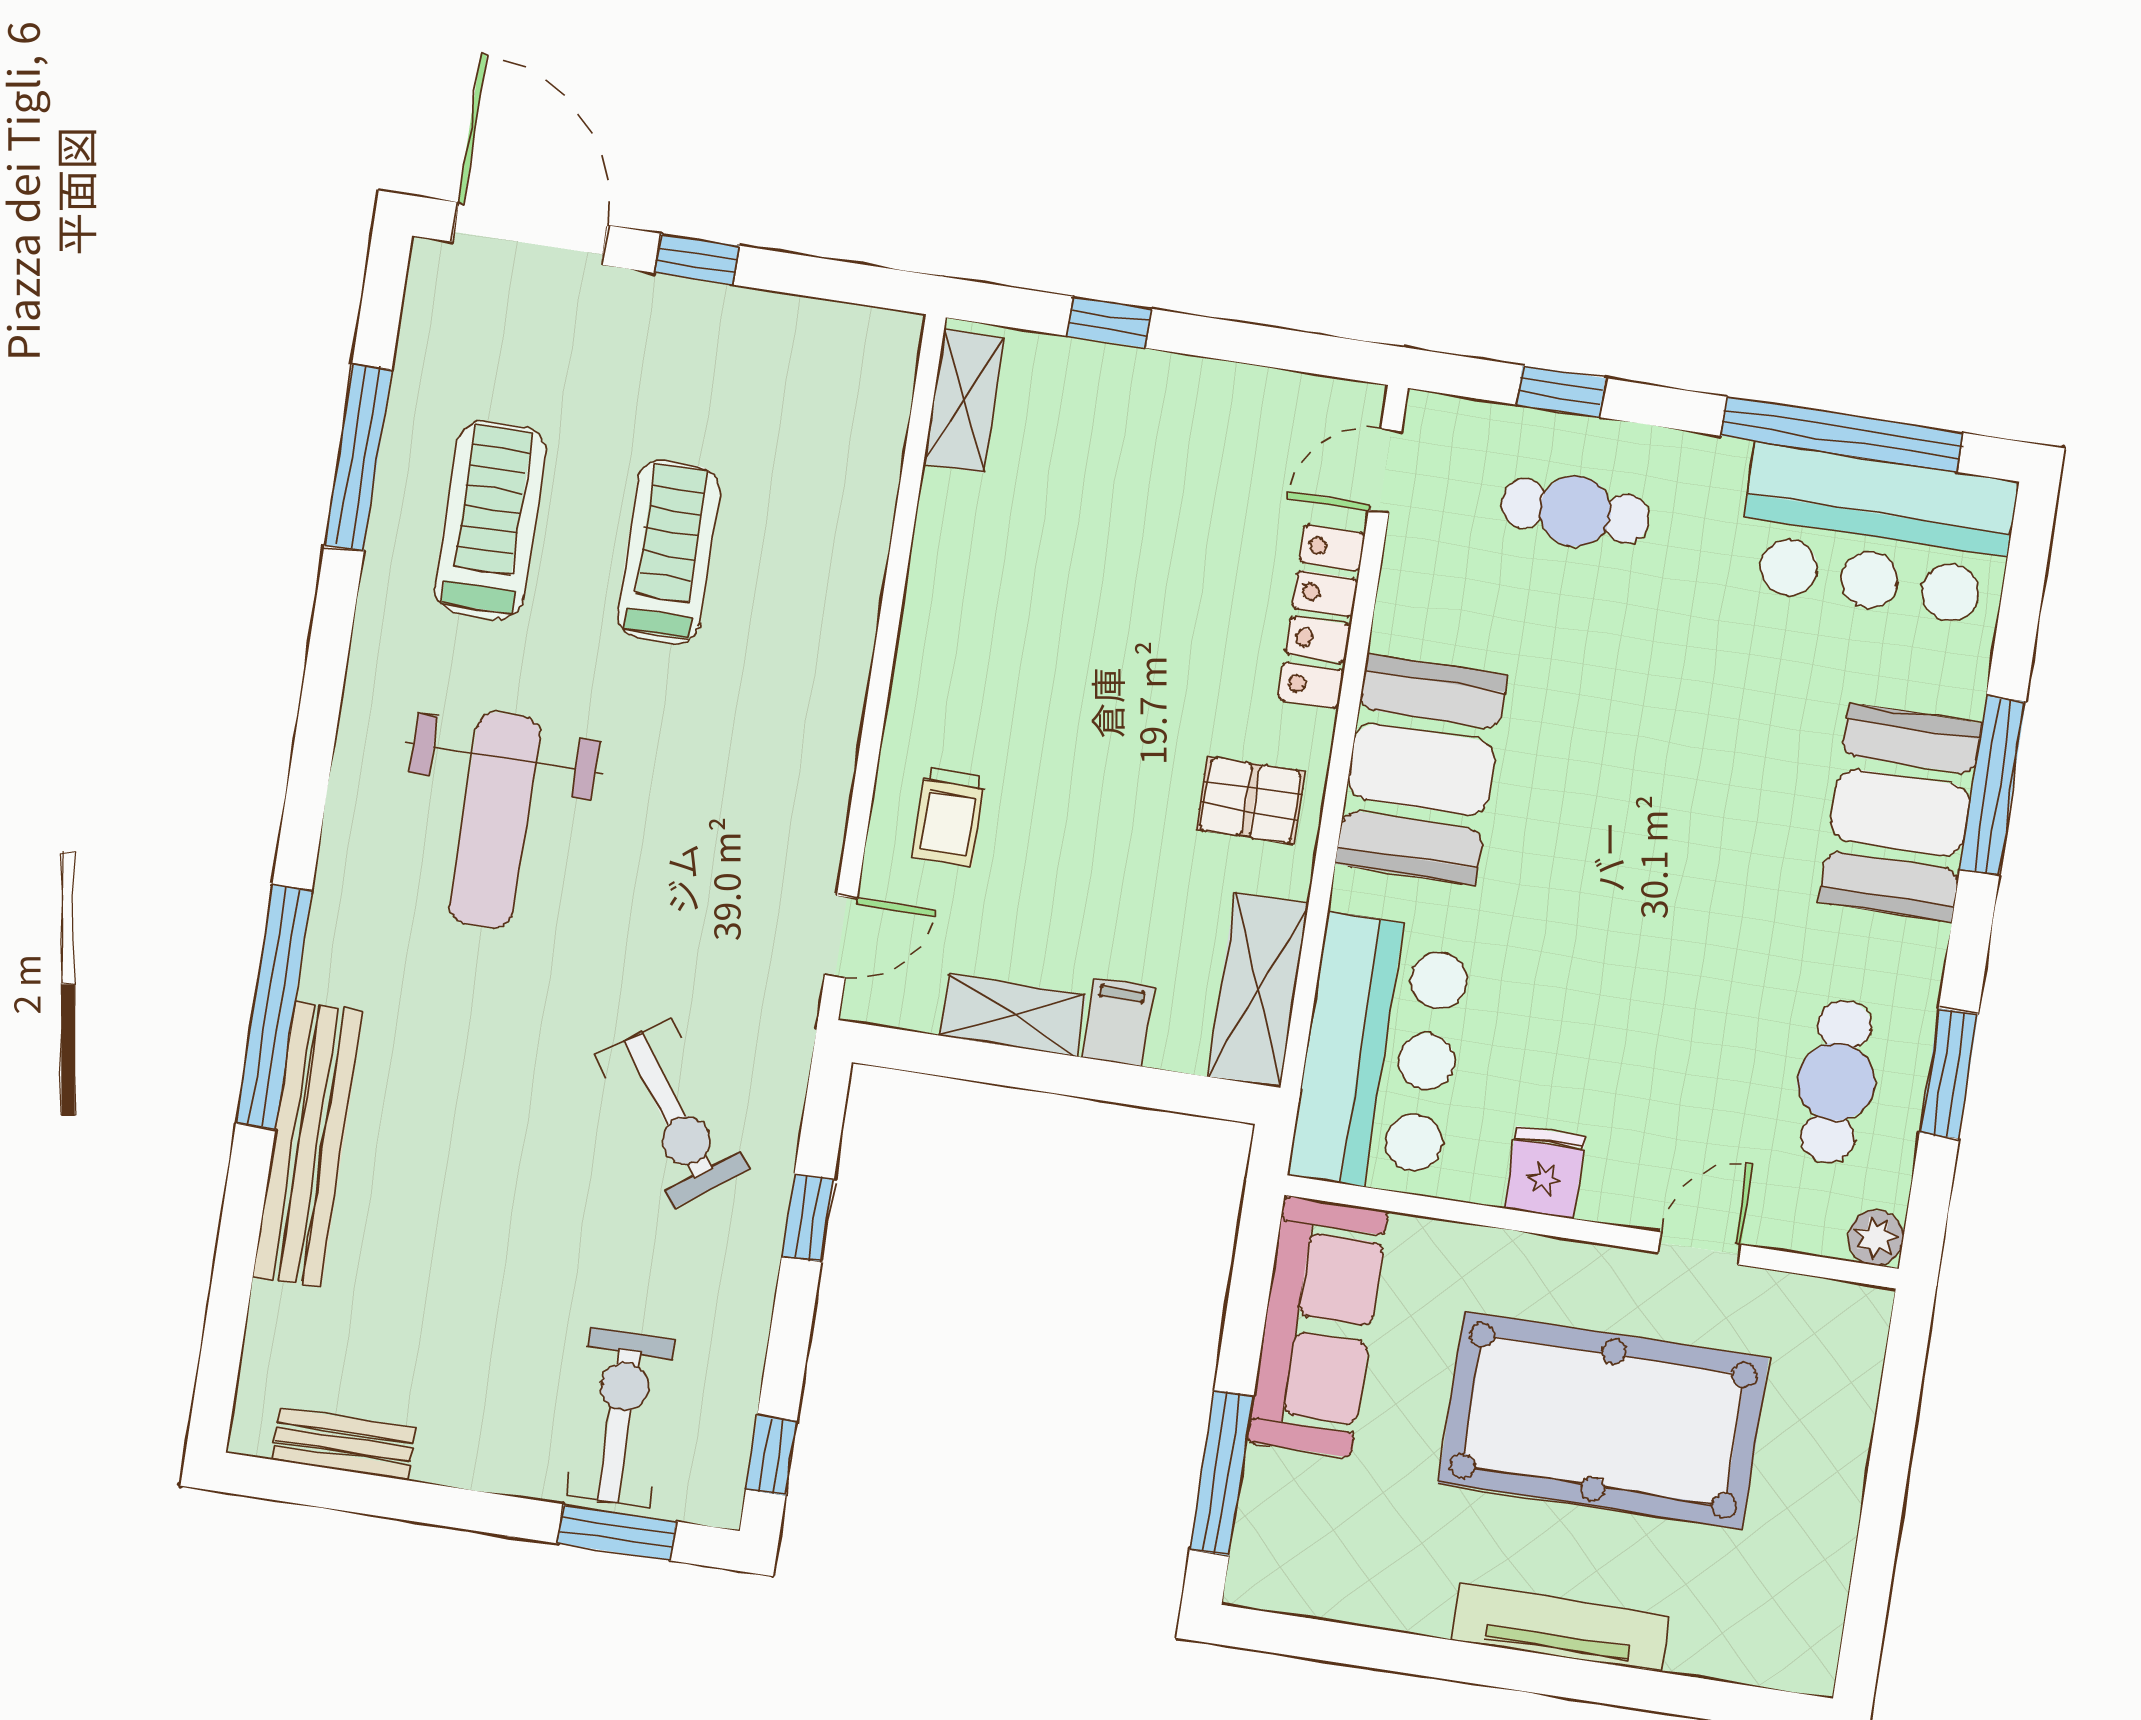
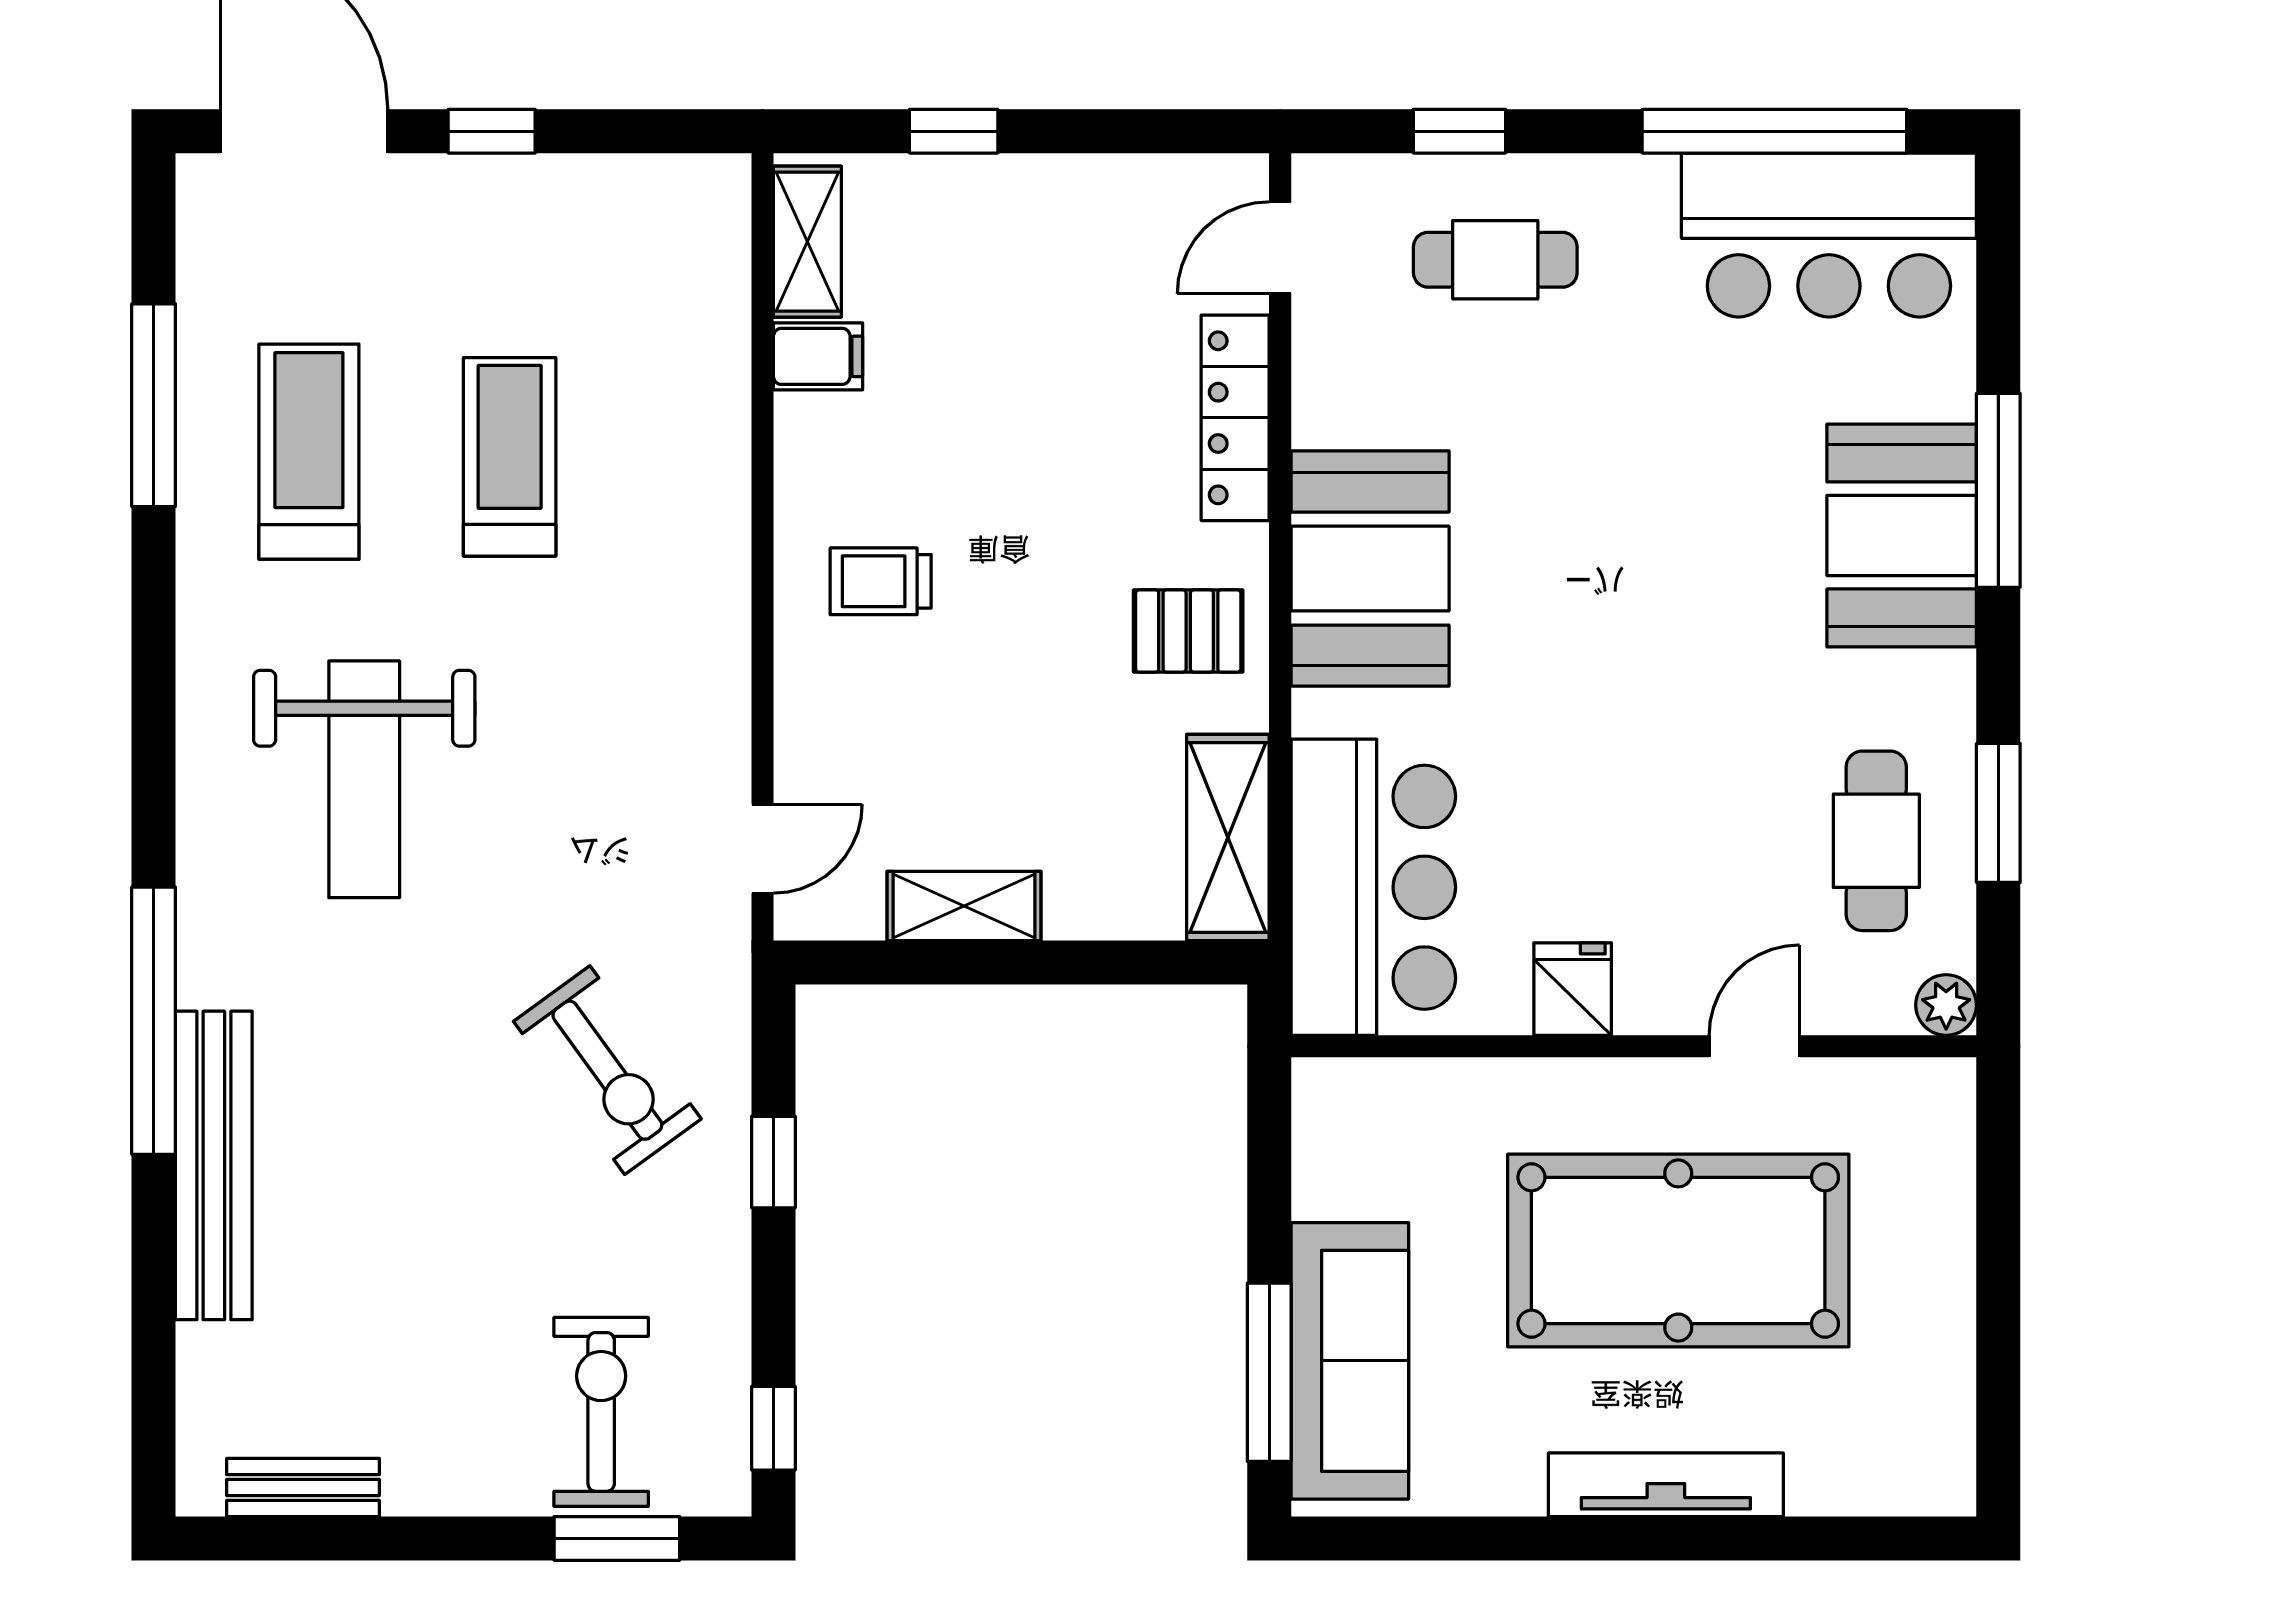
trolley: (949, 817) -> (881, 581), moved, turned 90
filing cabinet: (1118, 1022) -> (818, 356), moved, turned 90
sofa: (1318, 1326) -> (1350, 1361), moved

